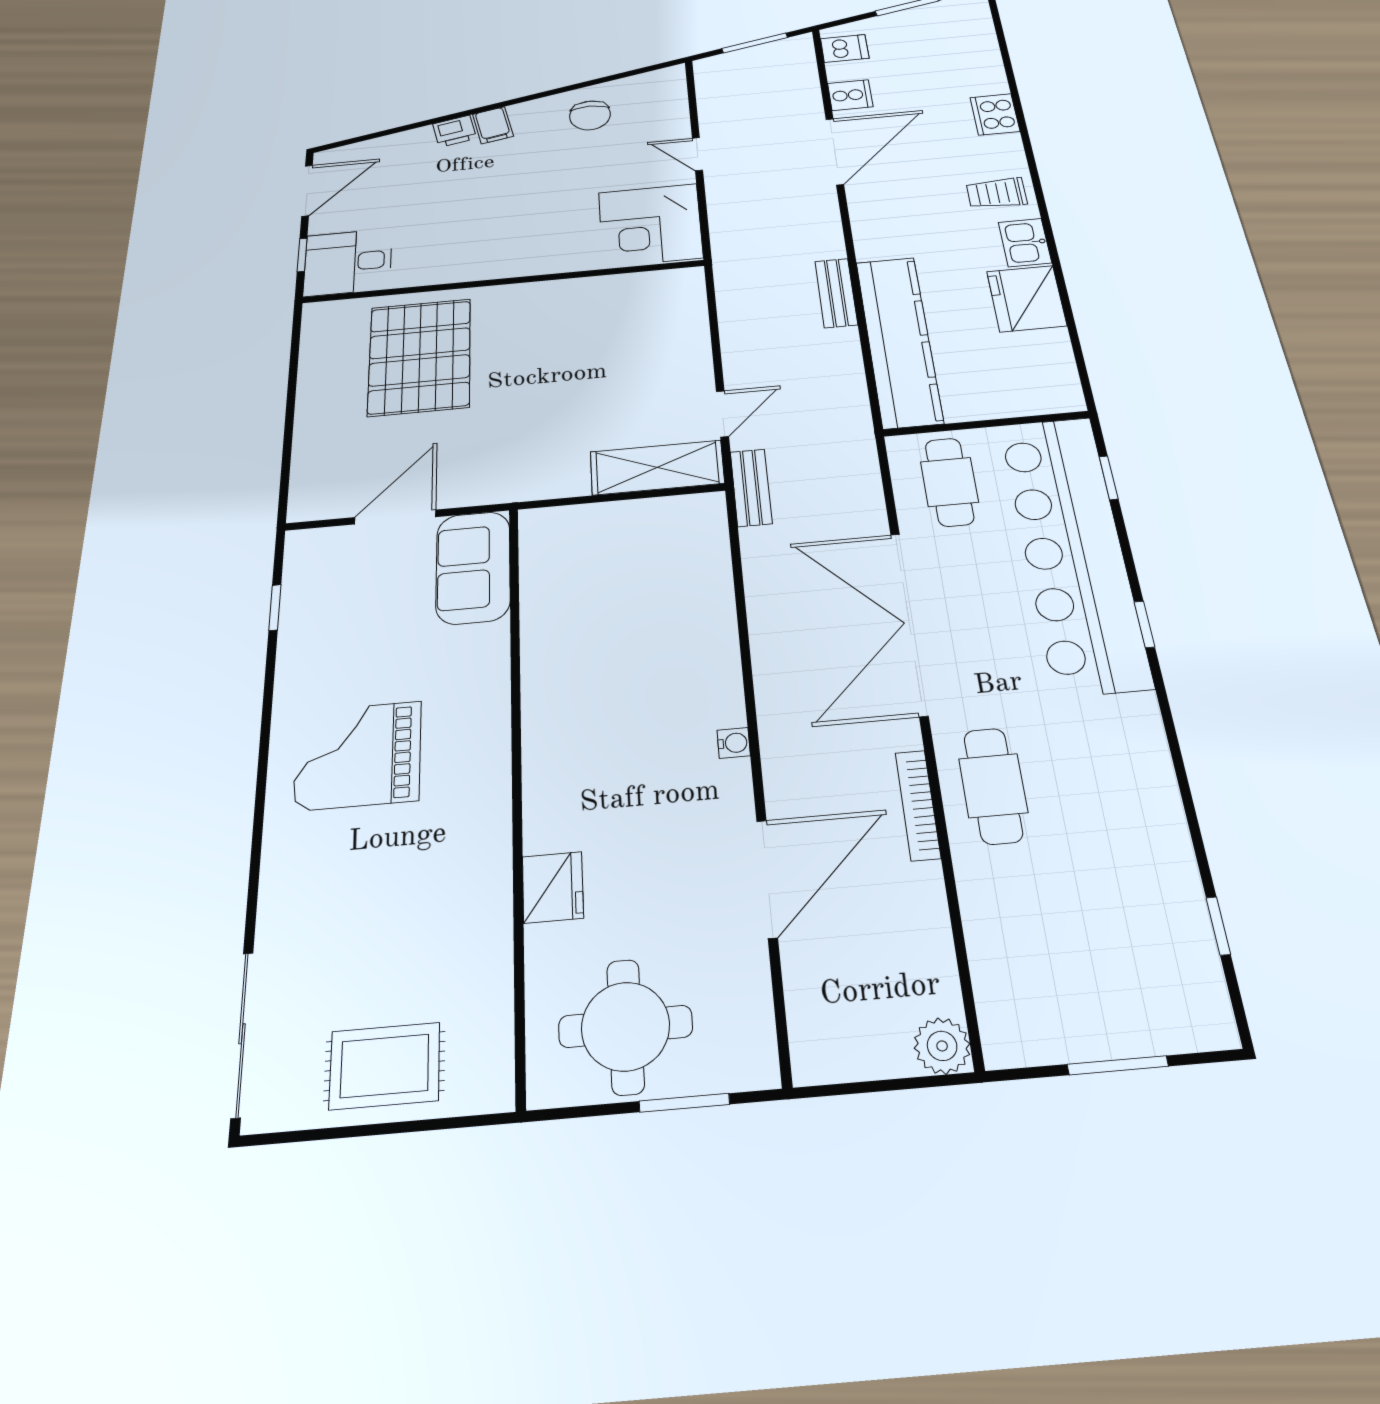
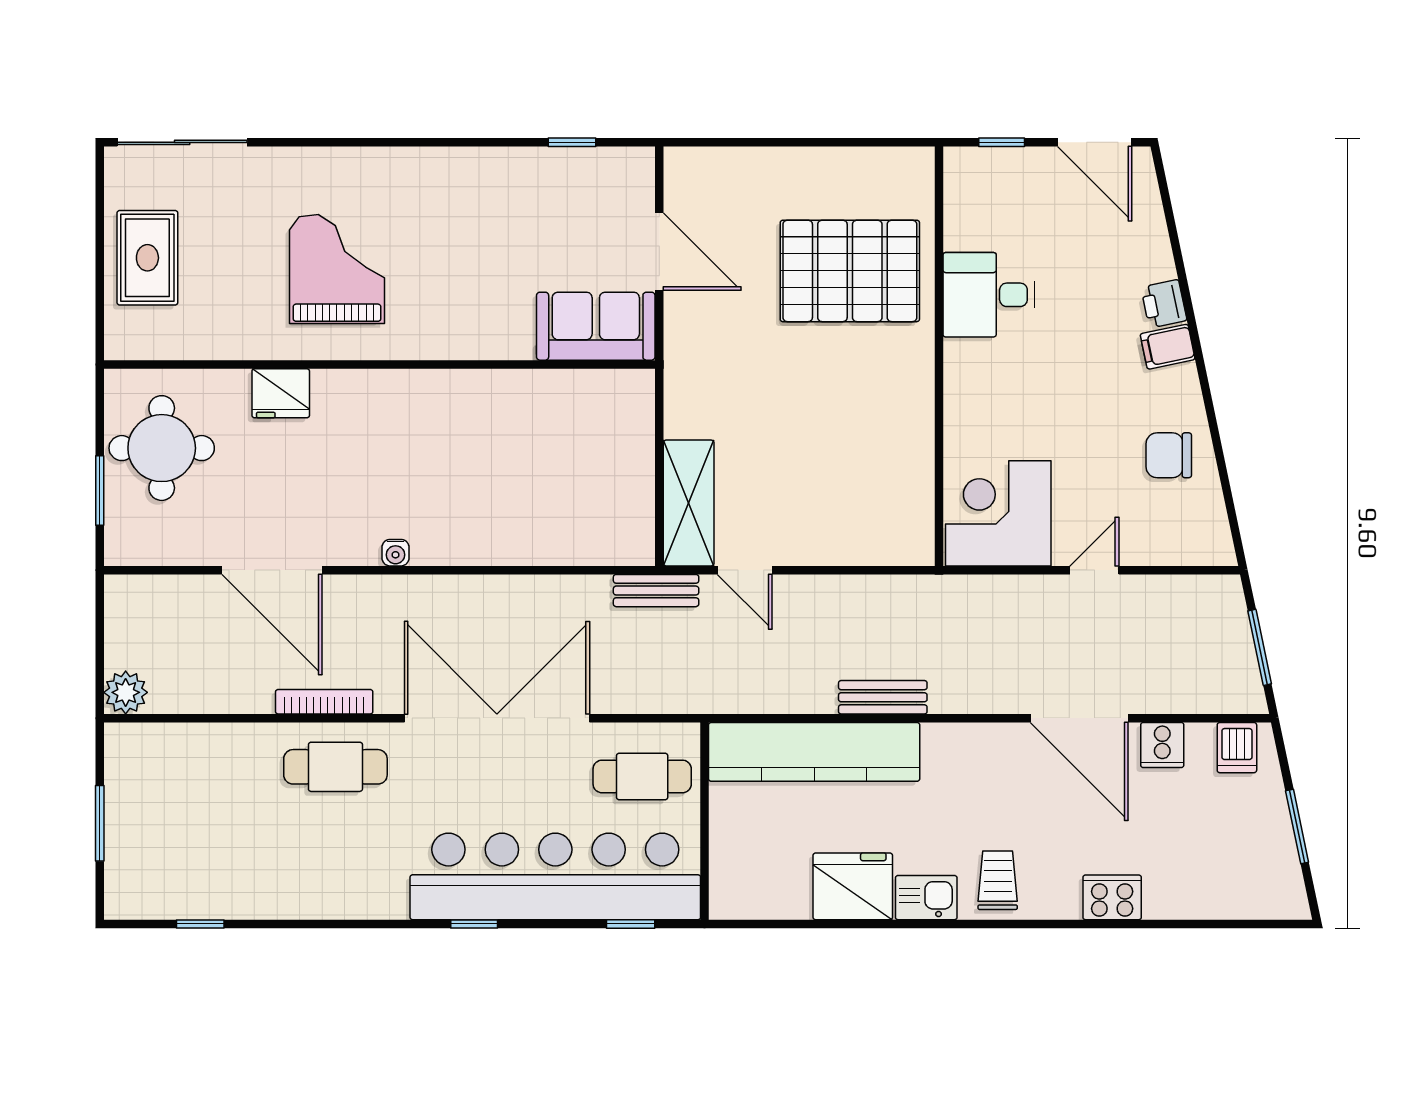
desk: (348, 262) -> (989, 295), moved, turned -90
grand piano: (358, 756) -> (337, 269), moved

